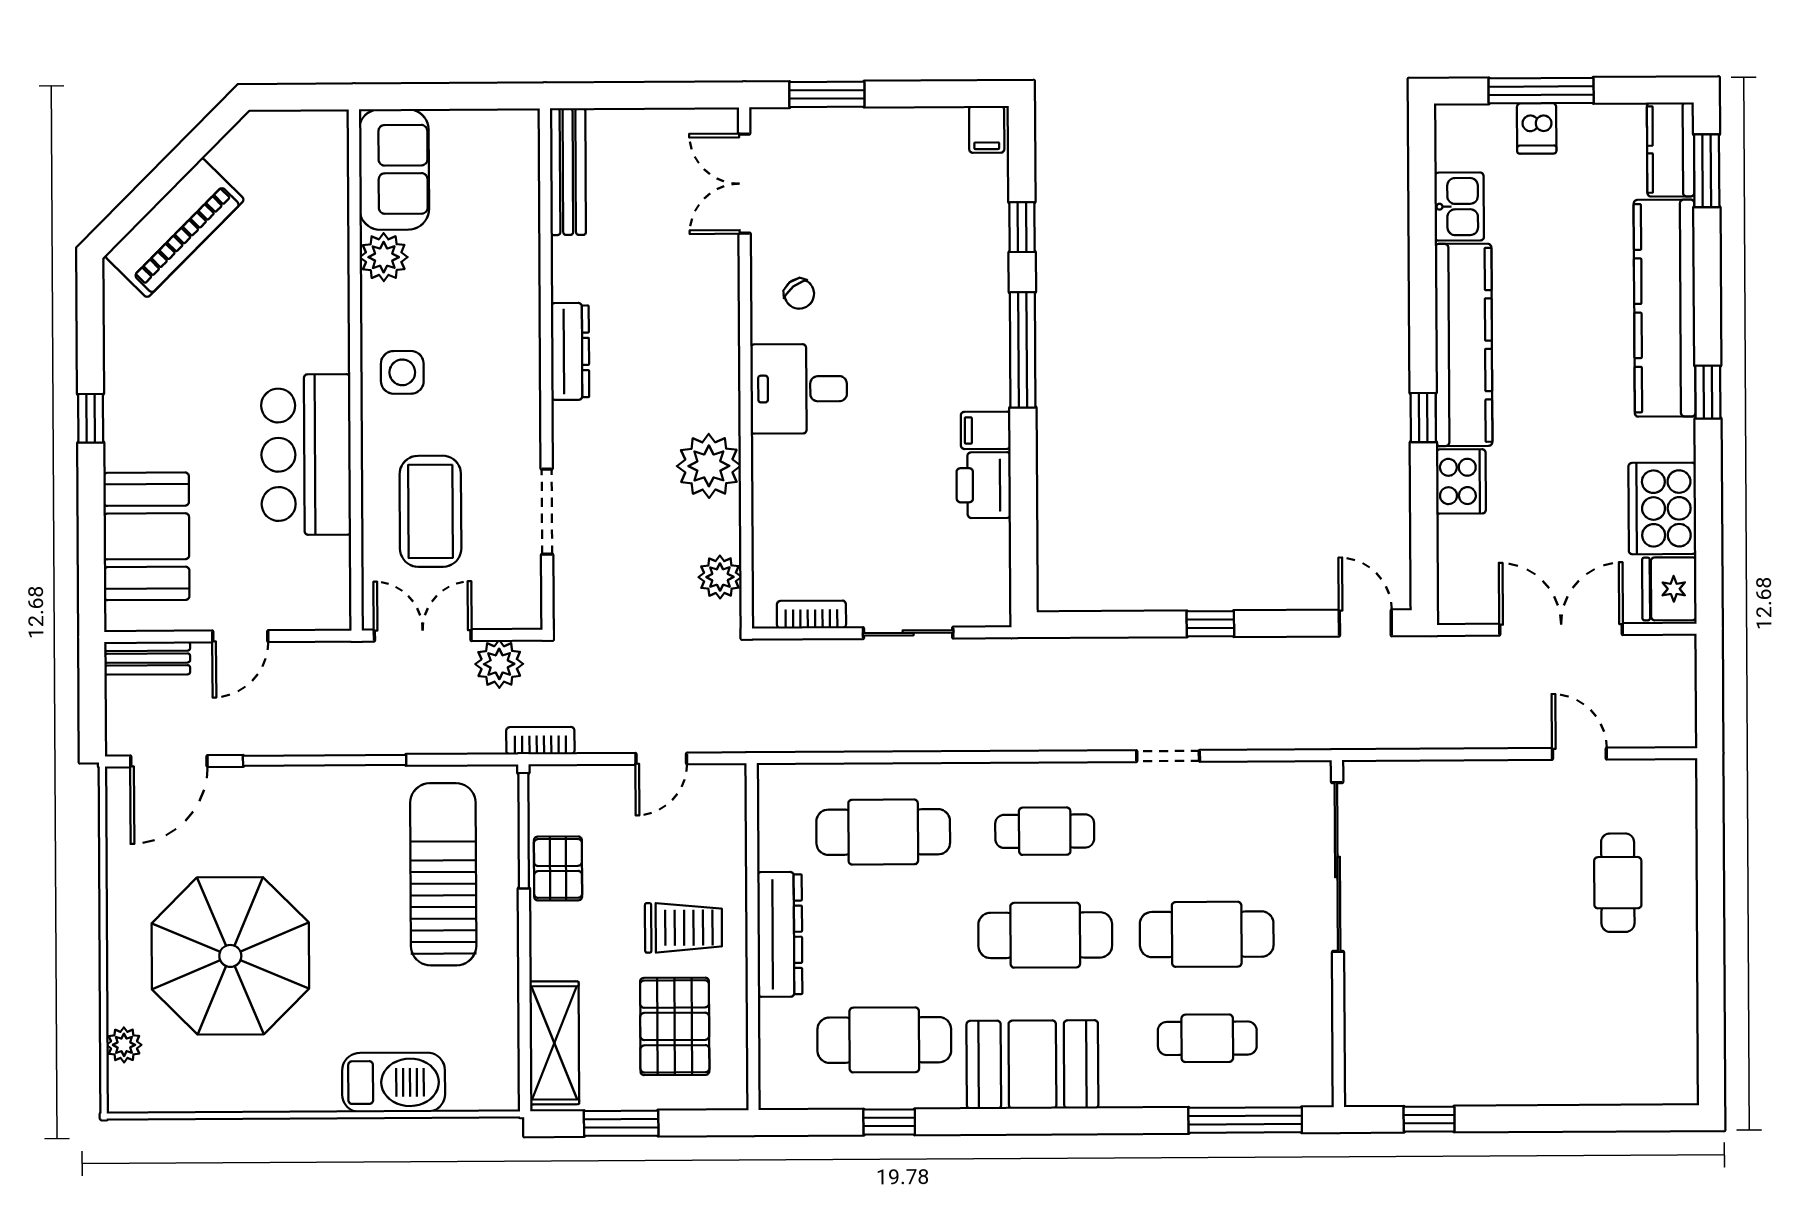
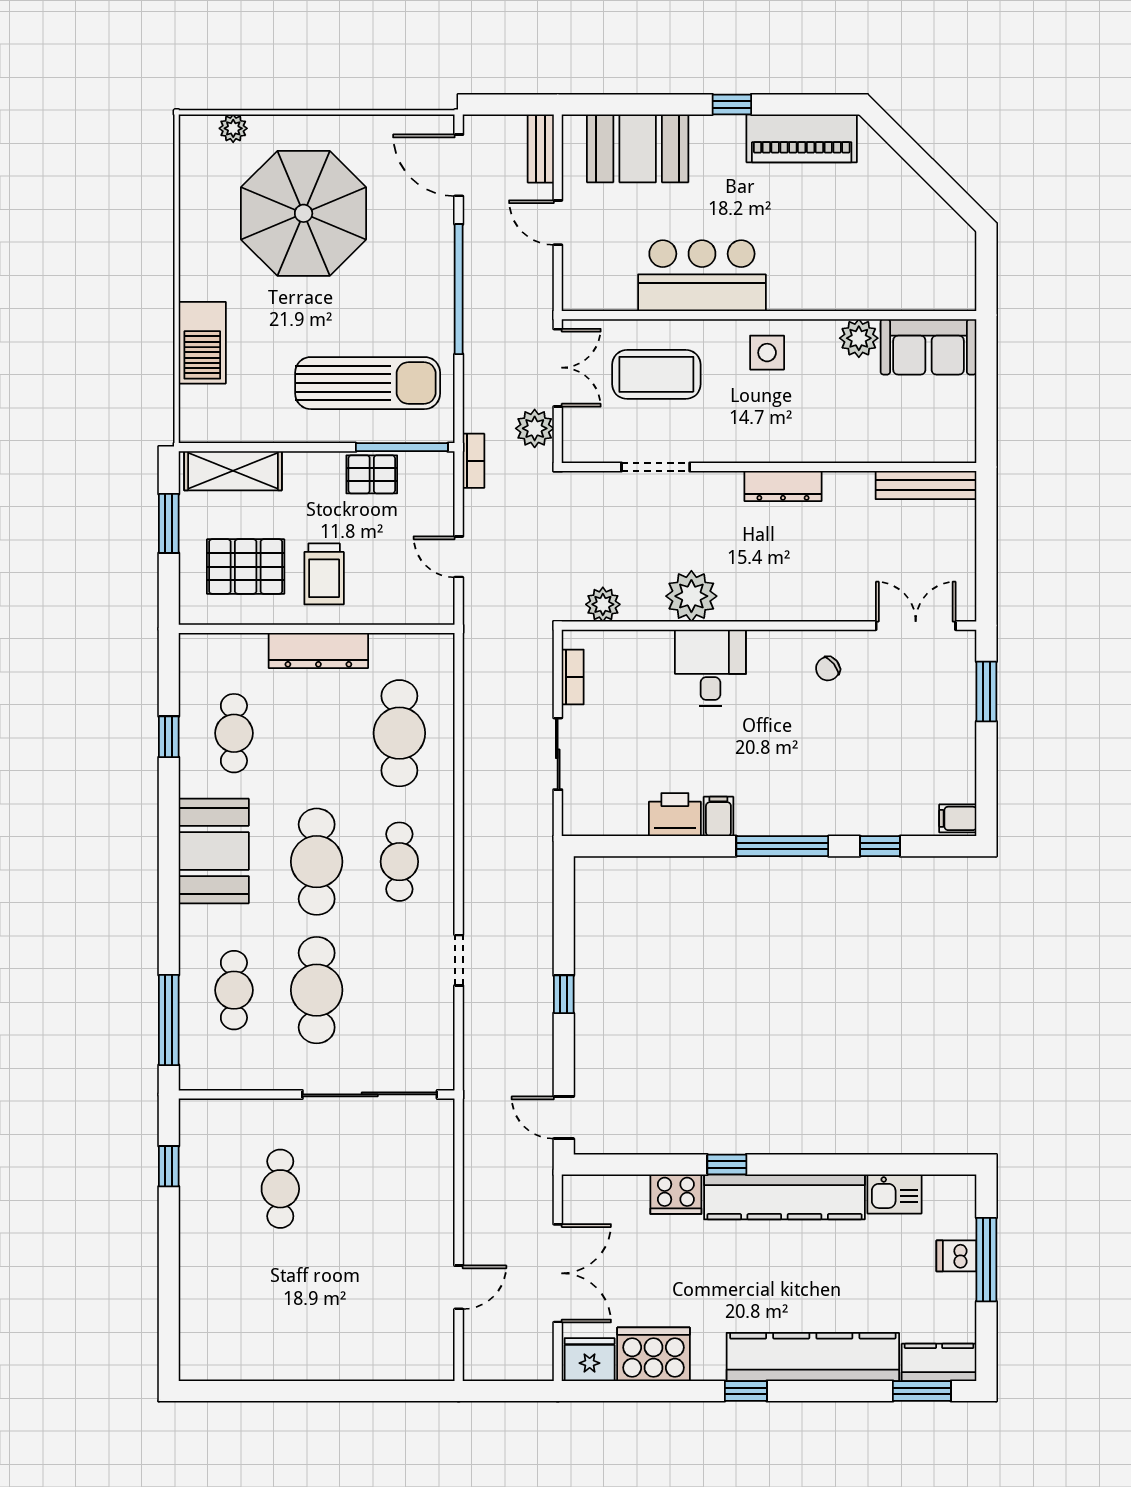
piano: (175, 228) -> (802, 138), moved, turned -45
desk: (799, 389) -> (710, 668), moved
door: (1365, 623) -> (564, 1118), swing flipped
cafe table: (1618, 883) -> (280, 1189), moved, turned 90
cafe table: (884, 1040) -> (234, 733), width x0.73, depth x0.74

